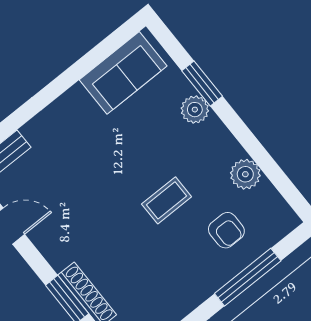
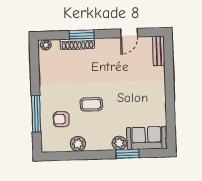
sofa: (123, 73) -> (146, 138), moved, turned 90
coffee table: (167, 200) -> (91, 104), turned 90

